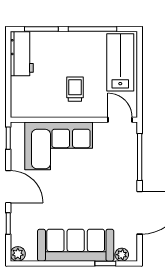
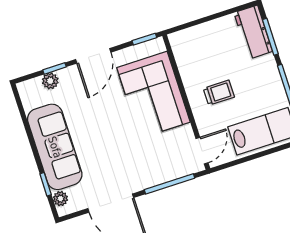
workbench: (22, 54) -> (253, 32), moved, turned 90
plant: (18, 254) -> (50, 81), moved

